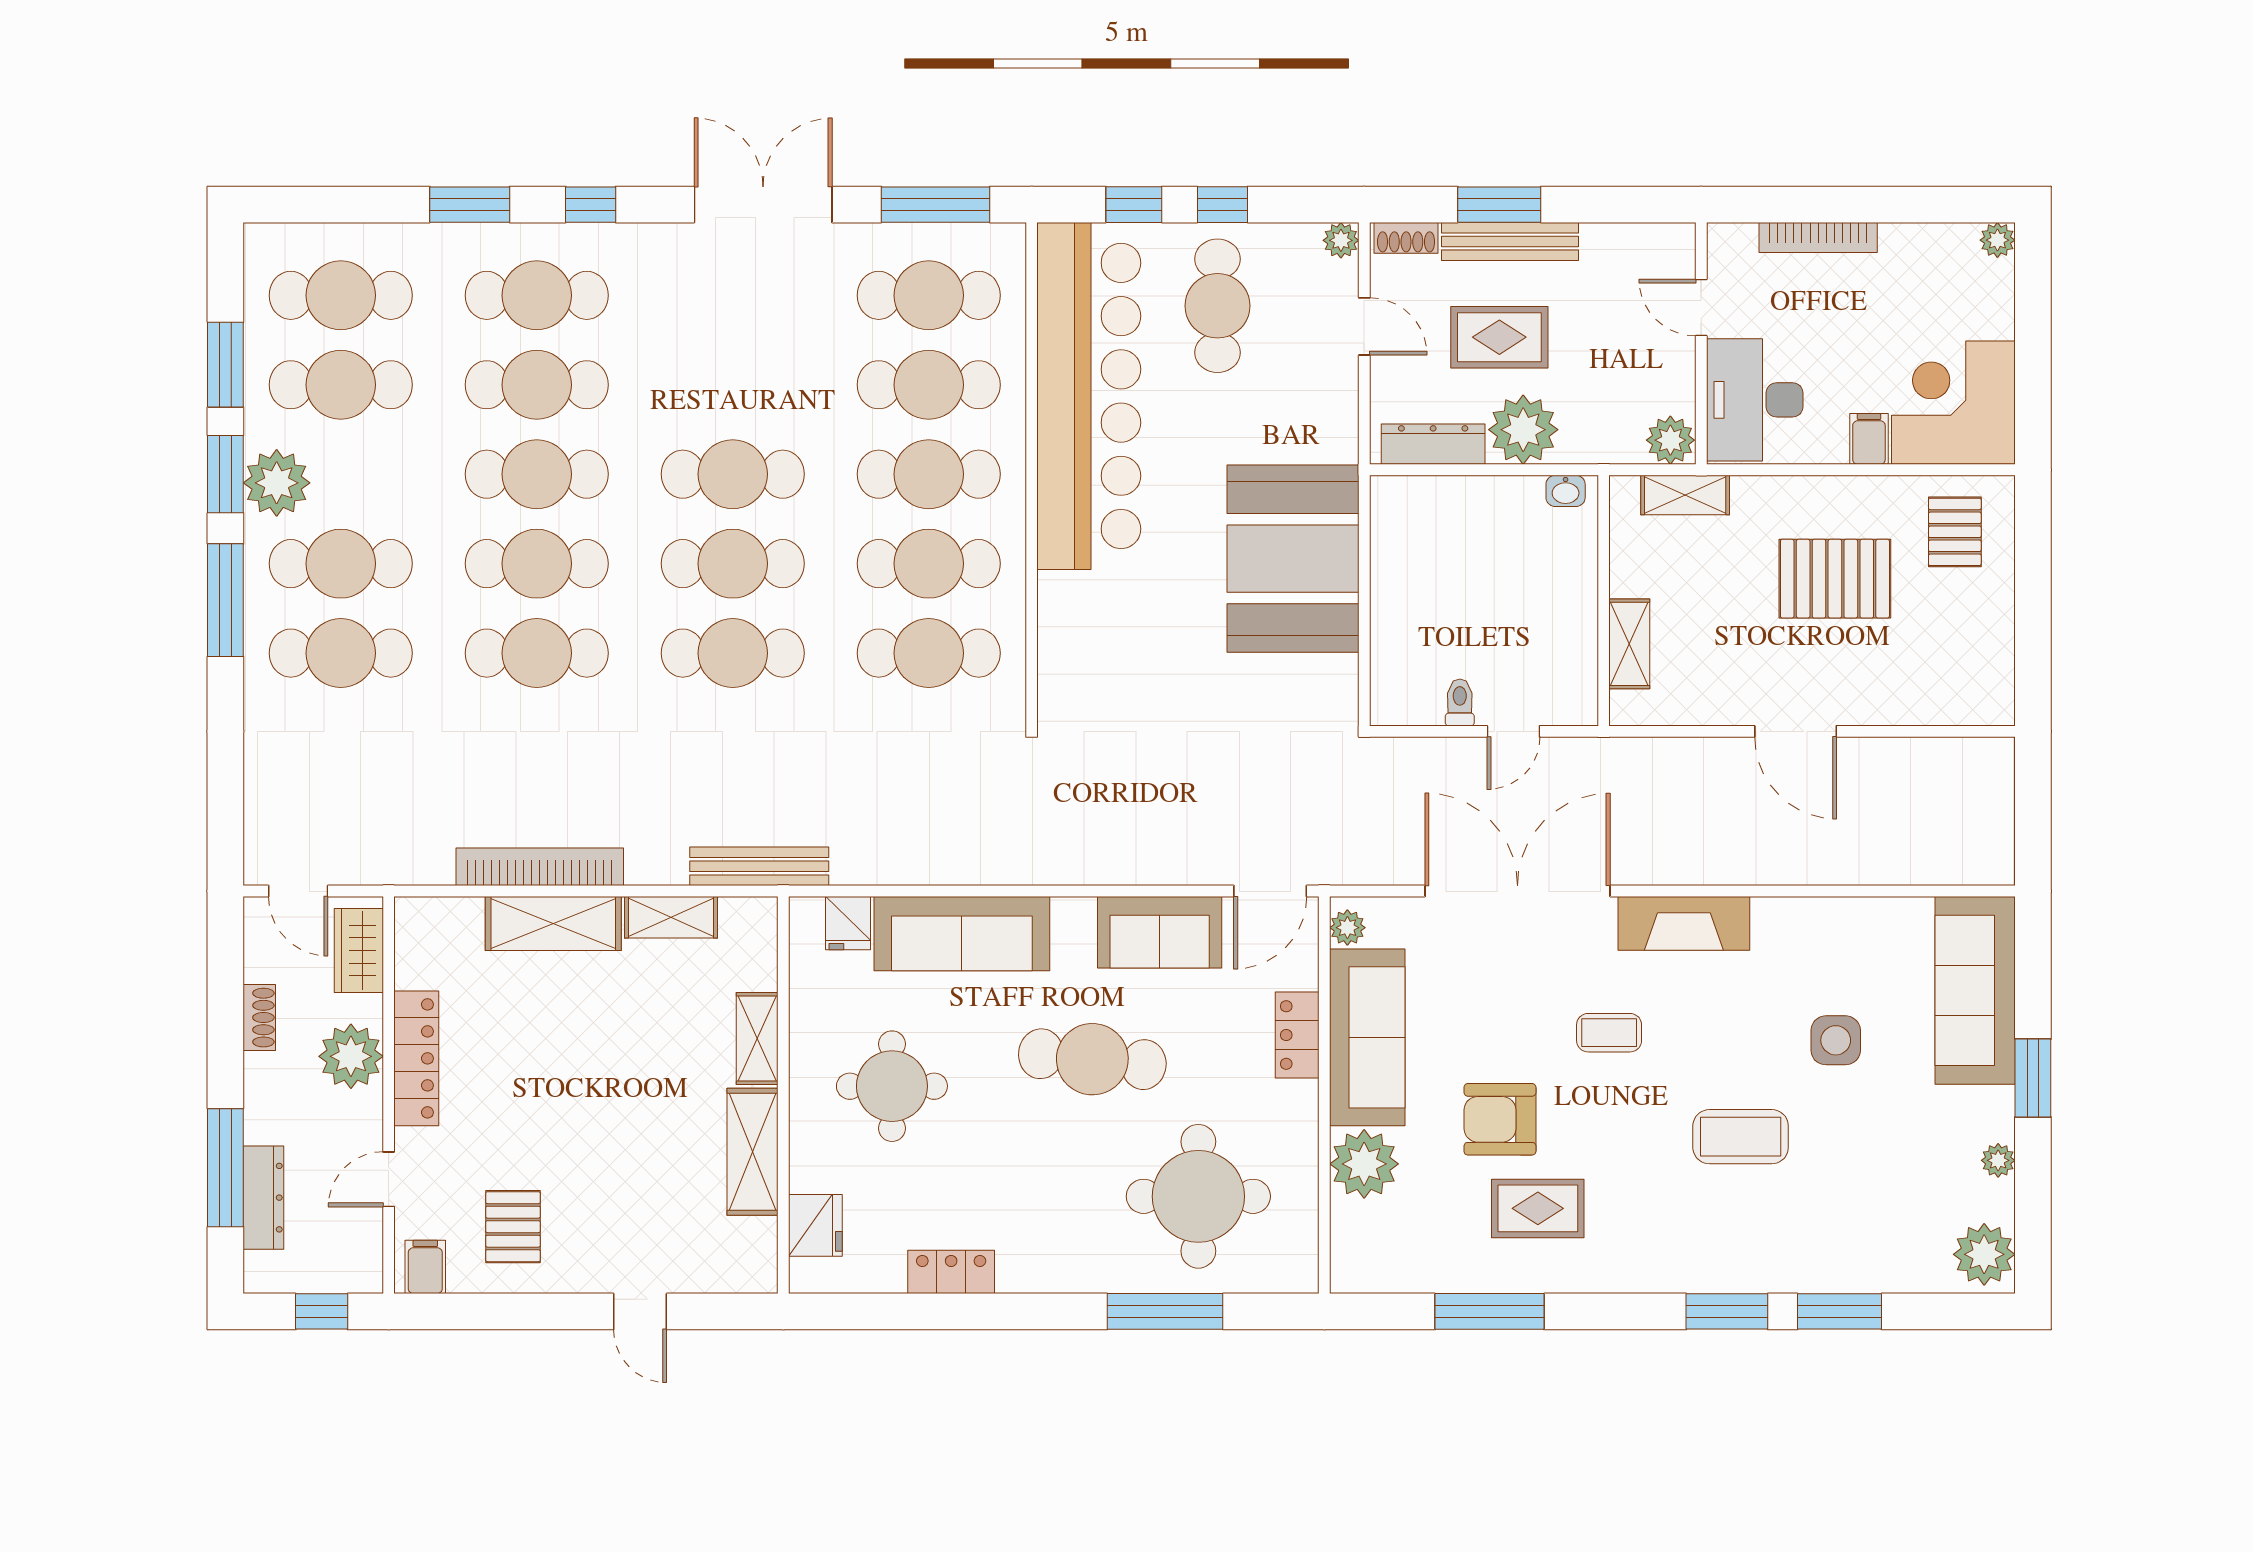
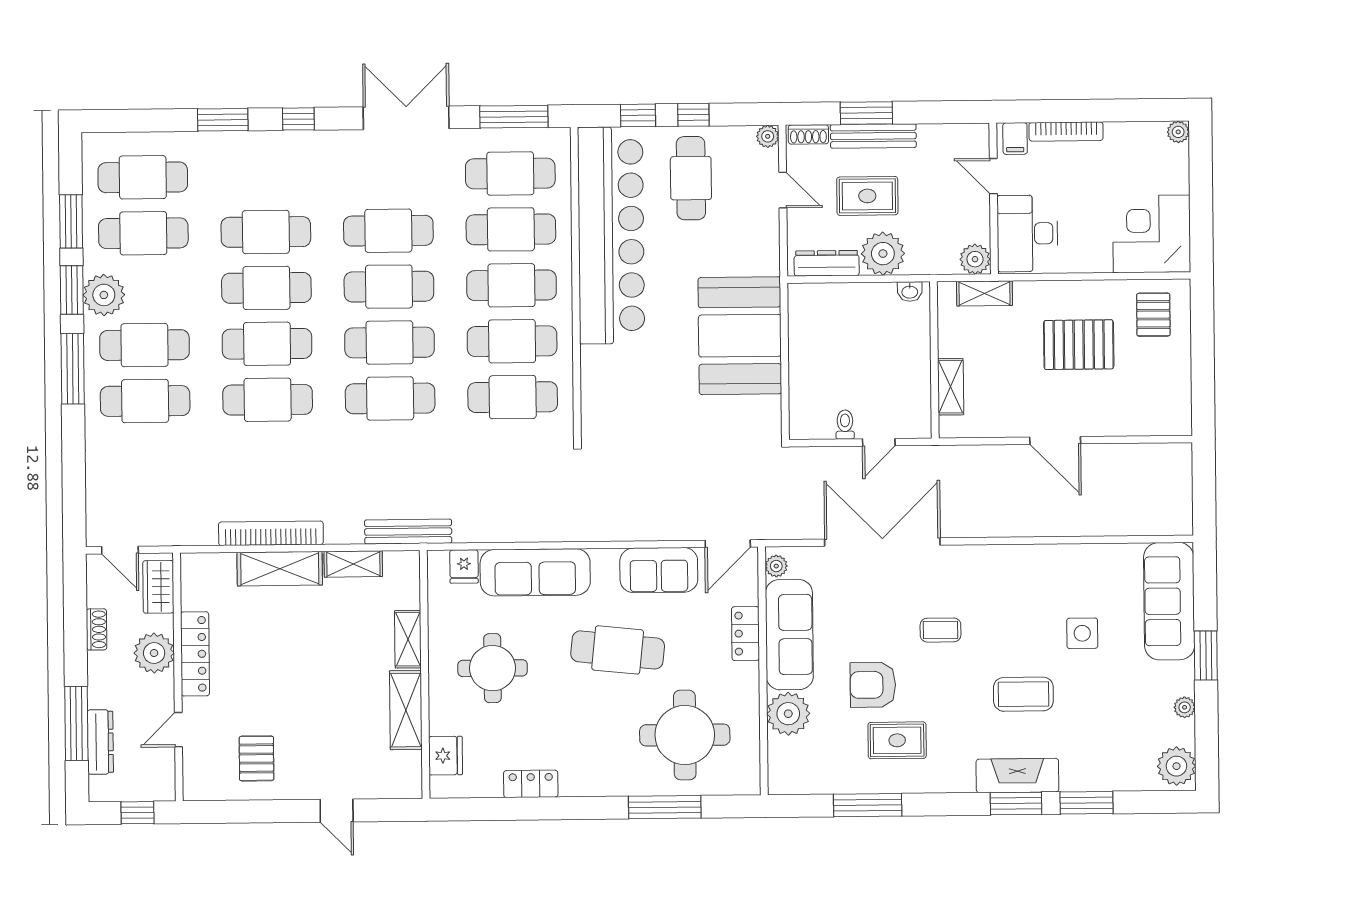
cafe table: (537, 295) -> (388, 231), moved
filing cabinet: (1869, 439) -> (1015, 138), moved, turned 180
fireplace: (1684, 923) -> (1017, 776), moved, turned 180
filing cabinet: (425, 1267) -> (202, 784), removed

